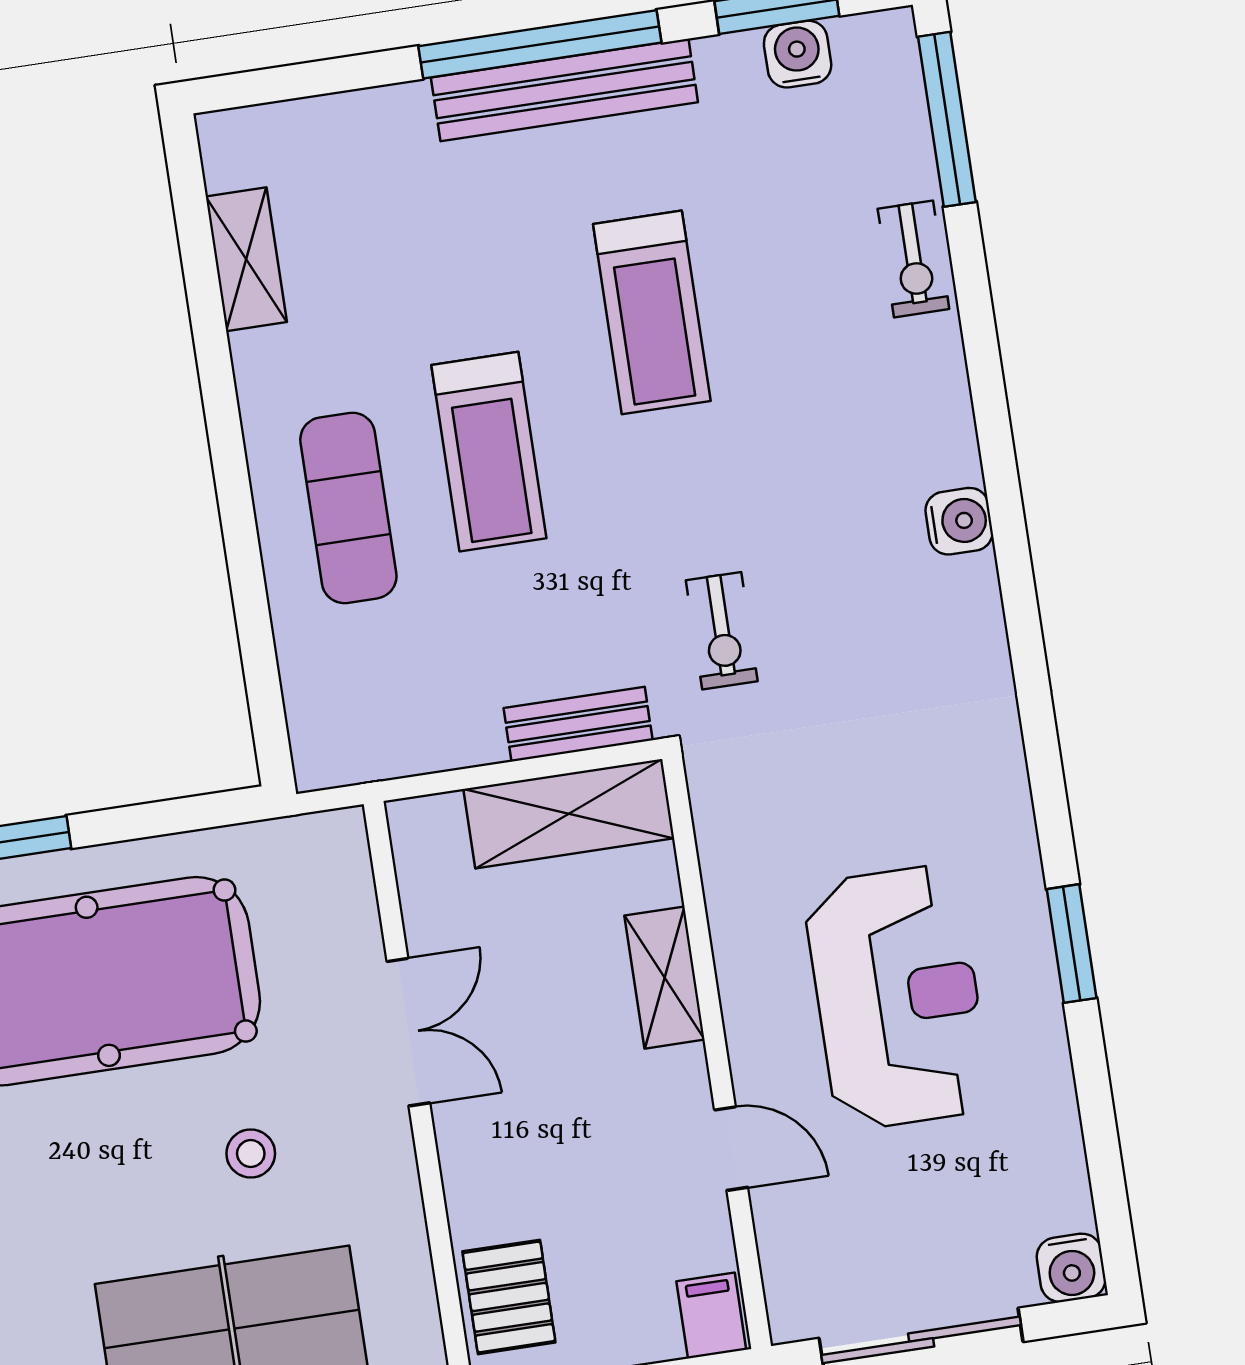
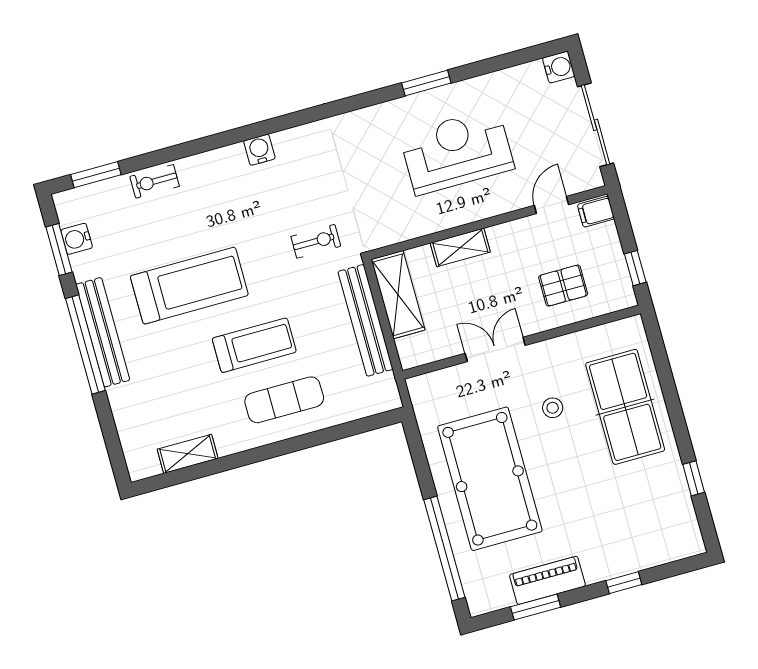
window: (947, 119) -> (96, 175), width x0.69
exercise bike: (913, 259) -> (155, 181), turned 180
treadmill: (652, 312) -> (189, 286), width x1.37, depth x1.38
bench: (578, 724) -> (366, 320), width x1.86, depth x1.21
door: (731, 1149) -> (551, 205), moved
pallet: (509, 1297) -> (563, 286), moved

